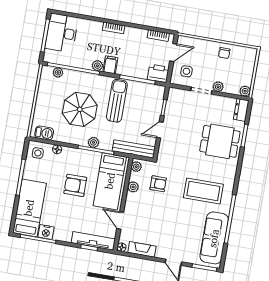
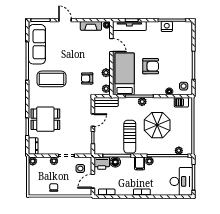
floor lamp: (141, 72) -> (115, 162), added
bench: (134, 149) -> (106, 102), width x0.73
bed: (29, 208) -> (183, 43), removed

